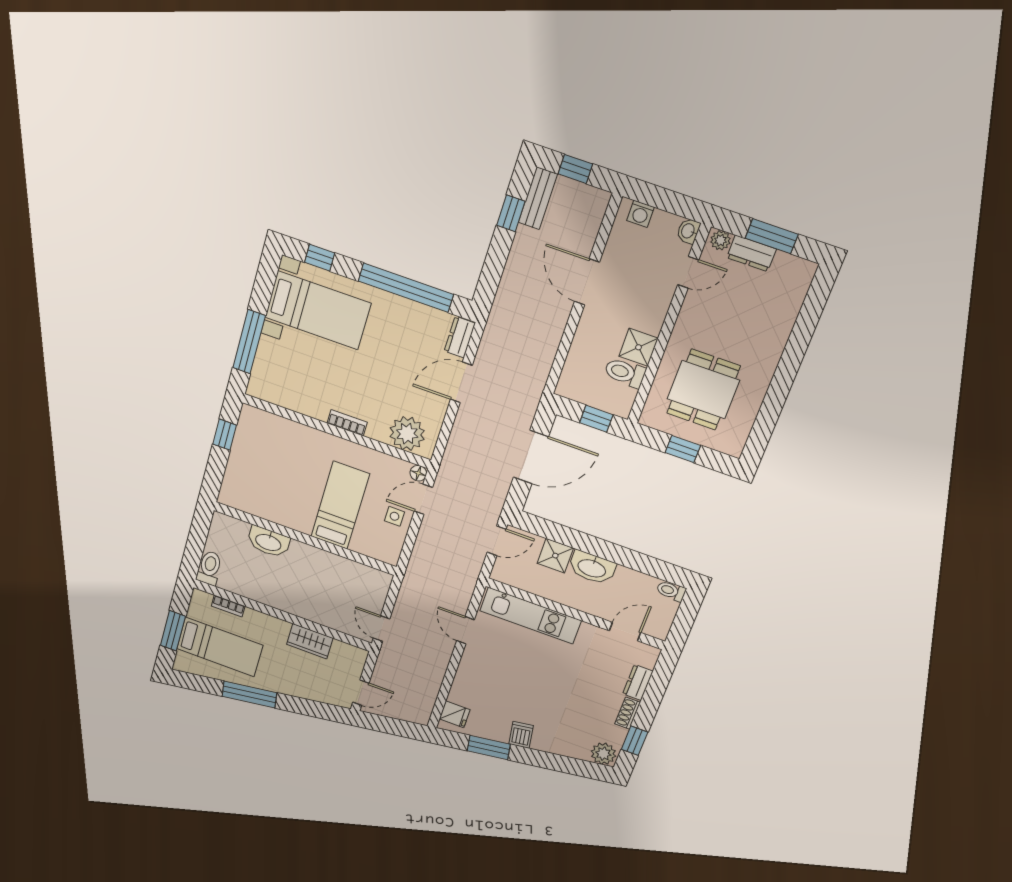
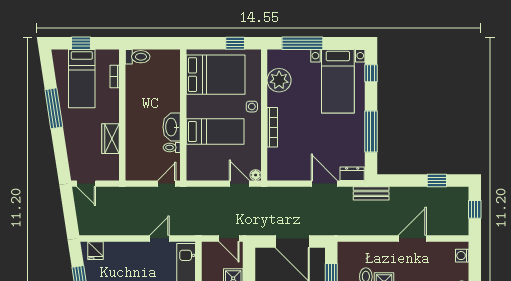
bench: (538, 198) -> (371, 193), moved
window: (406, 288) -> (371, 132), width x0.68
bookcase: (347, 423) -> (272, 127), width x1.56
plant: (407, 434) -> (279, 80), moved
bed: (261, 476) -> (216, 75), added
side table: (394, 516) -> (252, 107), moved
washbasin: (268, 542) -> (172, 127), moved
toilet: (345, 569) -> (172, 147), added
door: (382, 629) -> (167, 184), moved
window: (173, 631) -> (81, 43), width x0.67

